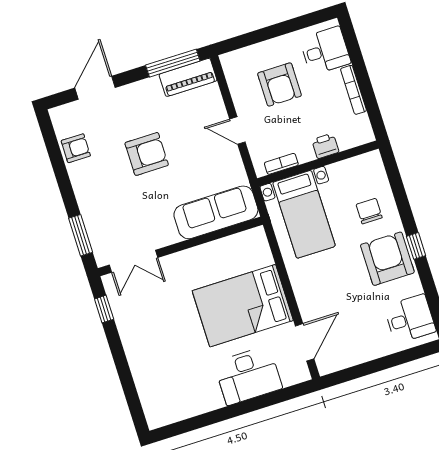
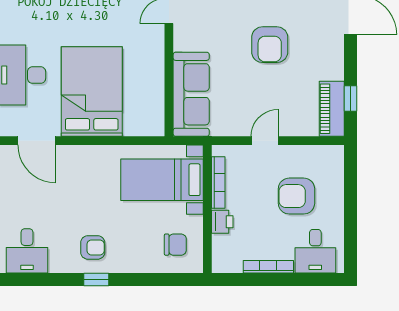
window: (173, 63) -> (350, 98), width x0.46
bookcase: (281, 164) -> (218, 183), width x1.56
chair: (369, 211) -> (175, 245), moved
armchair: (387, 259) -> (93, 247), width x0.53, depth x0.53

